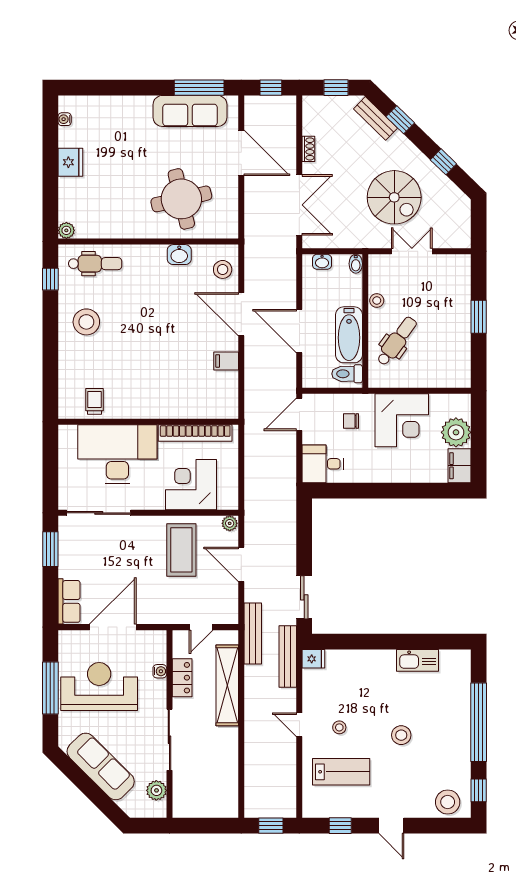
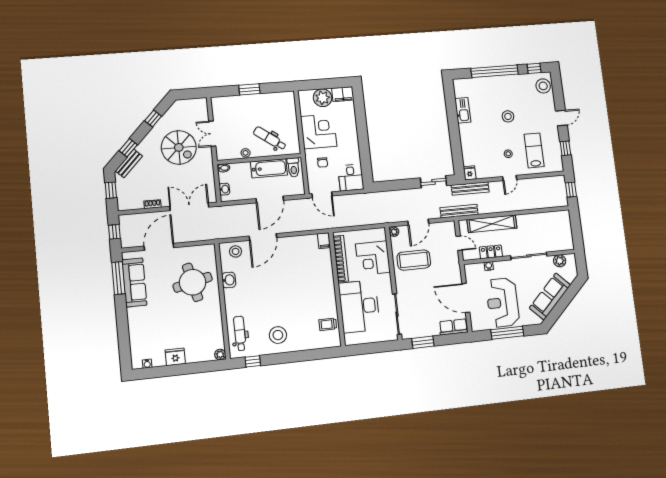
spiral stairs: (394, 197) -> (179, 147), turned 90
filing cabinet: (226, 361) -> (324, 241), moved

